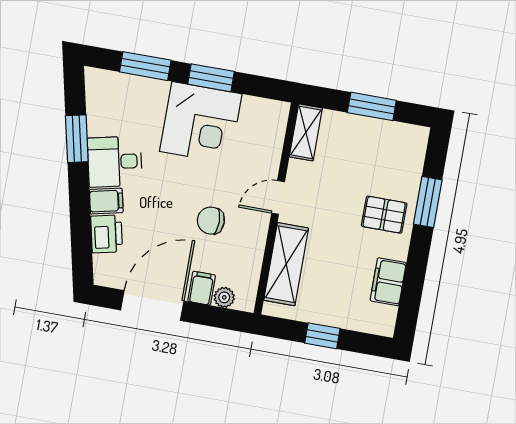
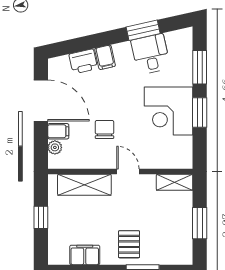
desk: (115, 162) -> (151, 54), moved

